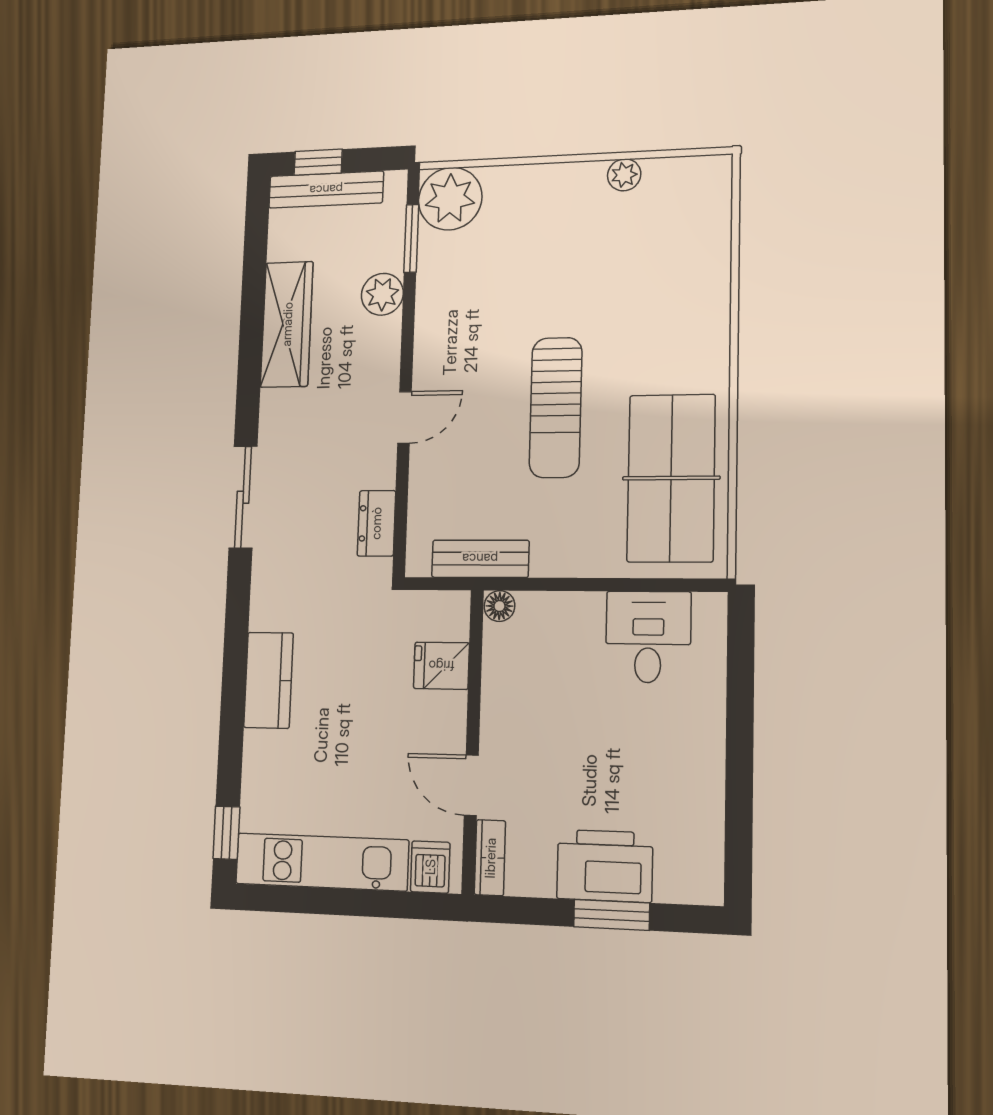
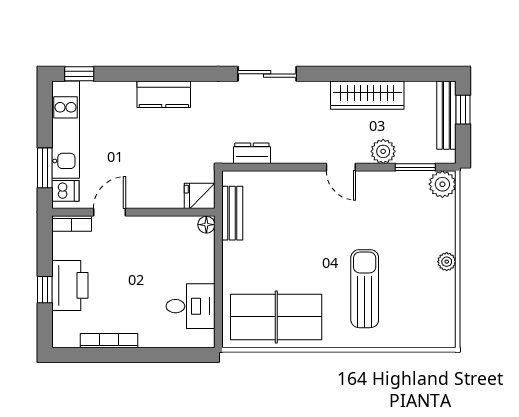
plant: (624, 175) -> (447, 262), moved
plant: (450, 199) -> (442, 184), width x0.73, depth x0.73
sun lounger: (556, 407) -> (365, 289), moved, turned 90
door: (405, 417) -> (341, 167), moved
fridge: (441, 666) -> (200, 196), moved, turned -90
bookcase: (711, 794) -> (109, 341), added
window: (388, 904) -> (45, 168), added
window: (612, 915) -> (45, 290), width x0.67

